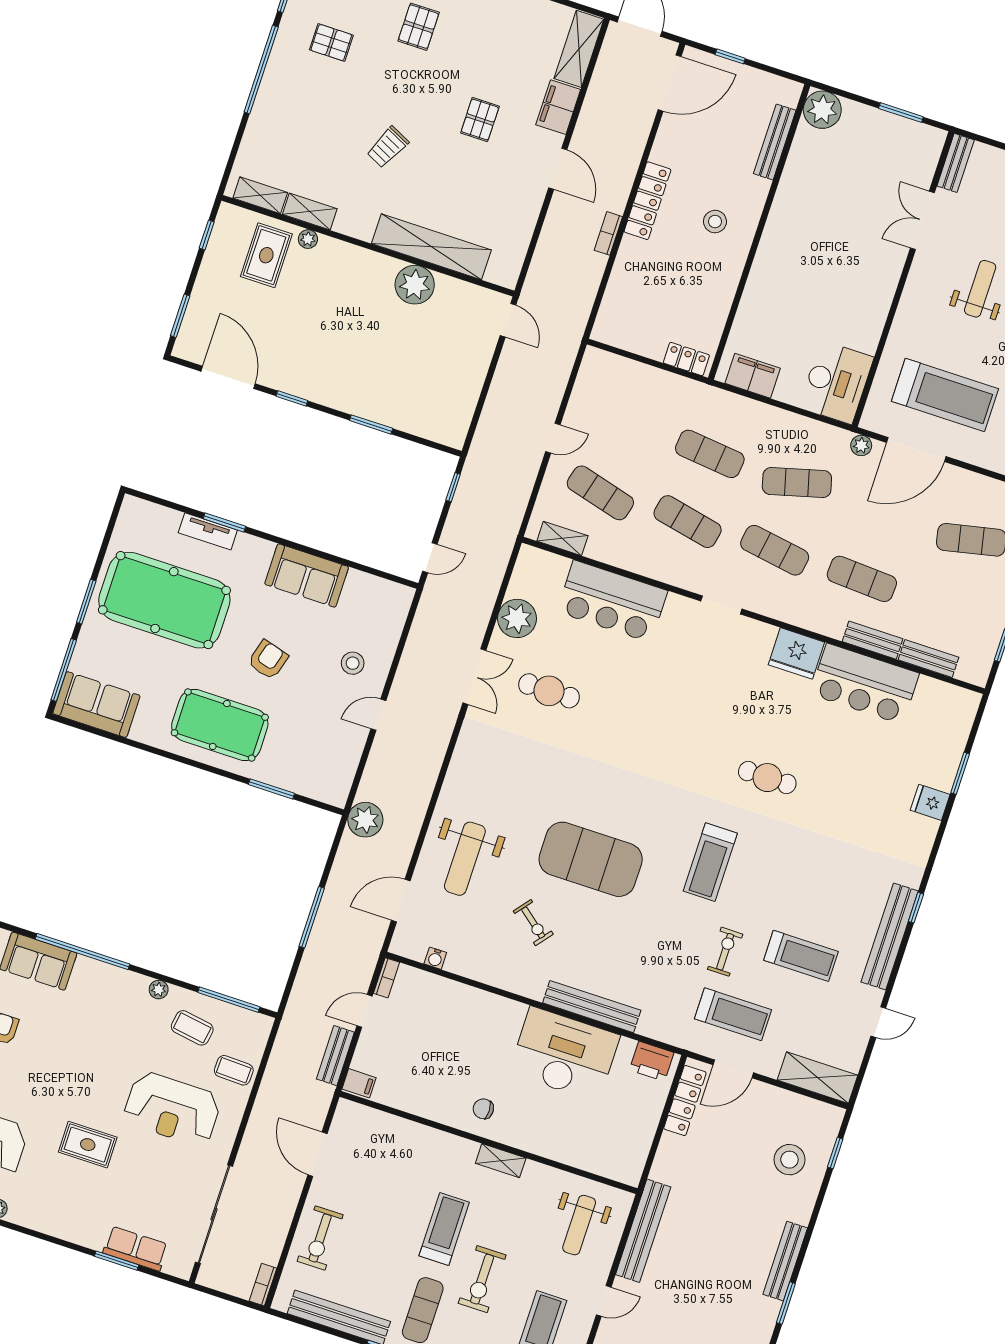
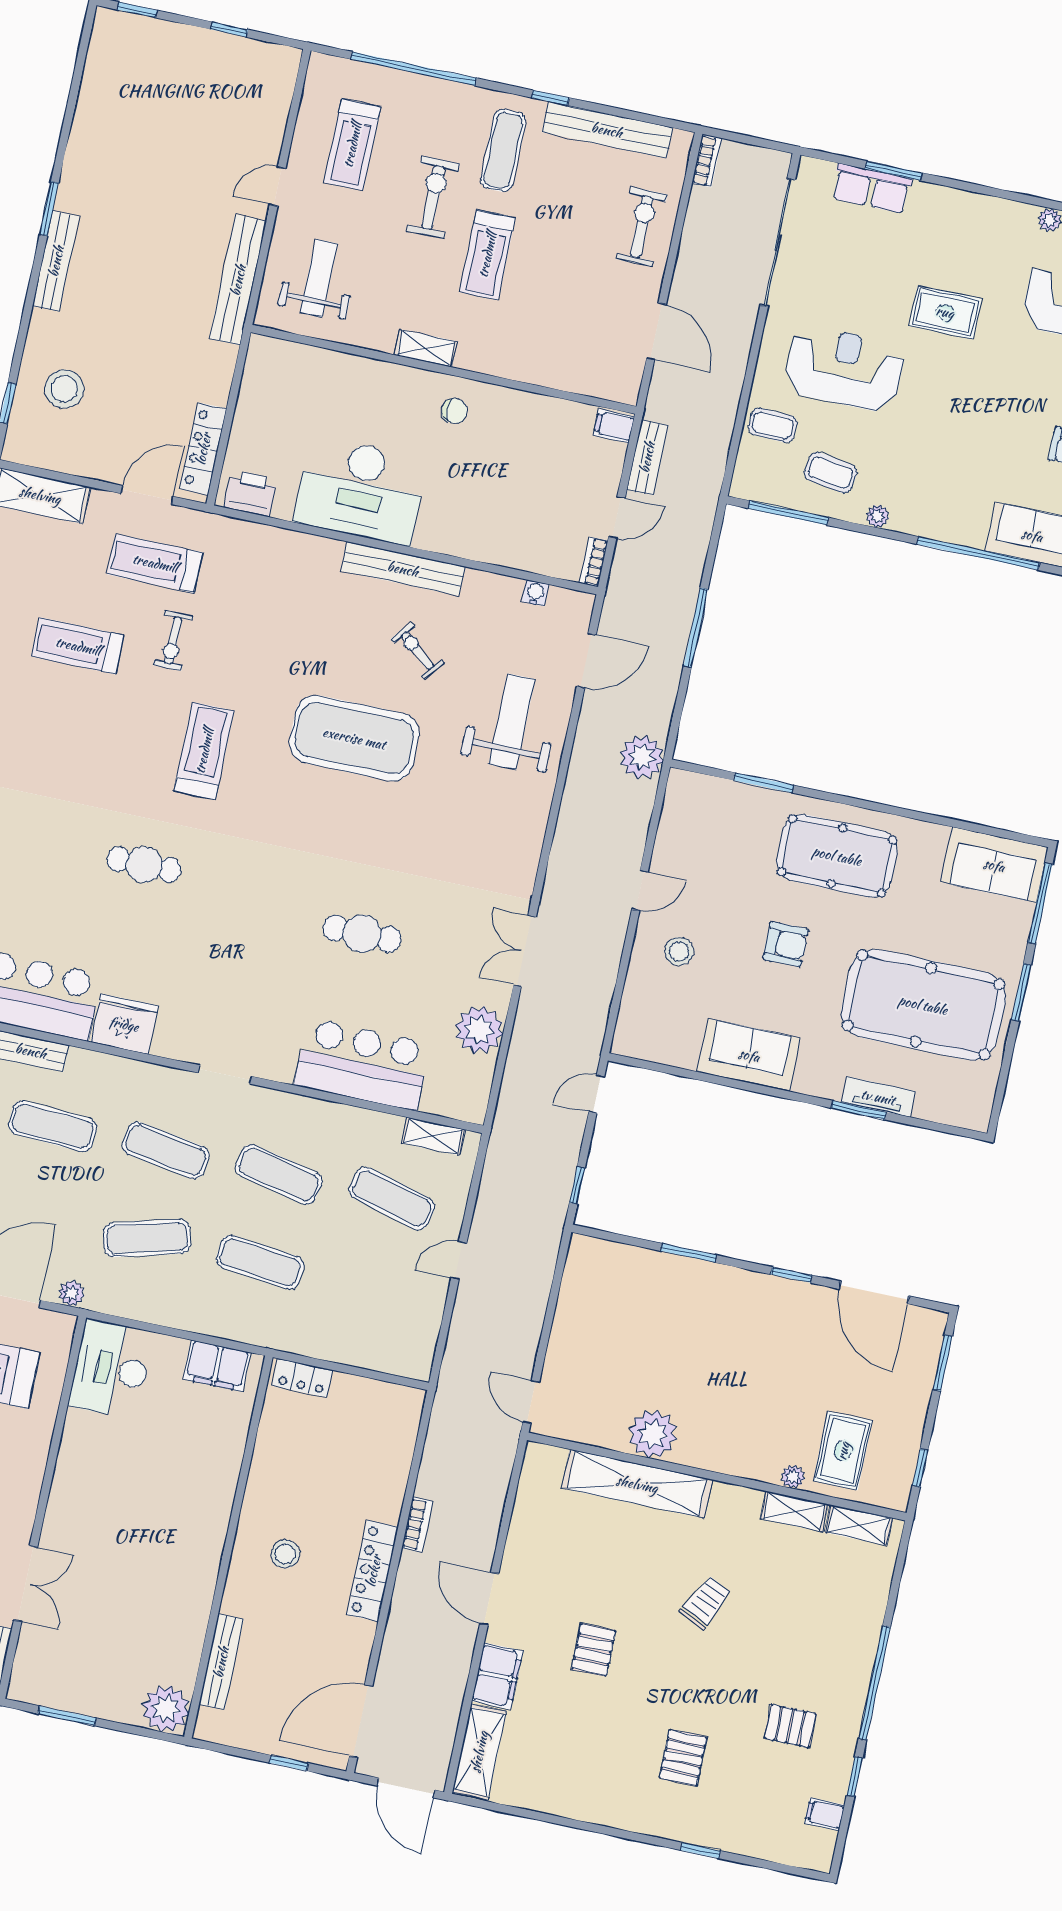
armchair: (268, 660) -> (786, 944), turned -106
cafe table: (549, 691) -> (362, 934), moved
bench: (592, 1007) -> (403, 569), moved

